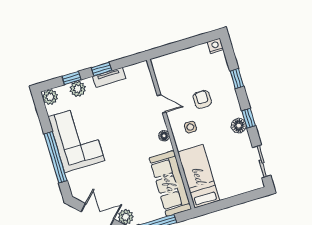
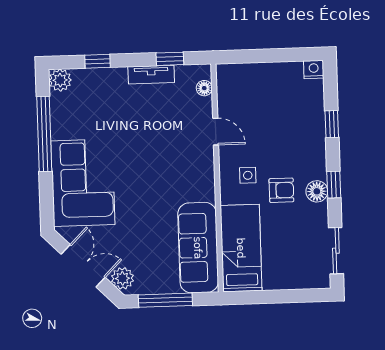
window: (101, 69) -> (170, 59), moved
plant: (78, 89) -> (102, 79), removed
armchair: (202, 99) -> (281, 190), moved, turned 90
floor lamp: (164, 136) -> (204, 88), moved
corner sofa: (76, 139) -> (83, 183), moved
window: (56, 157) -> (44, 134), moved

